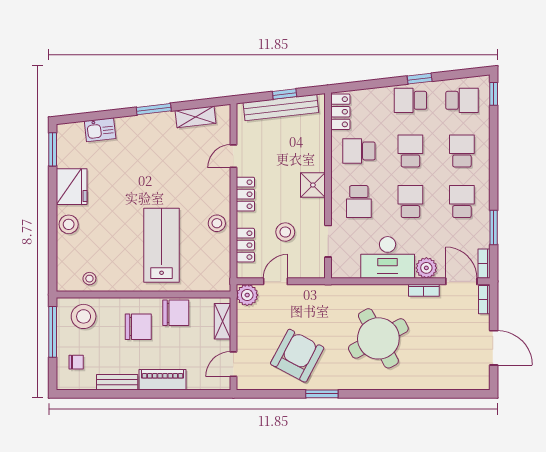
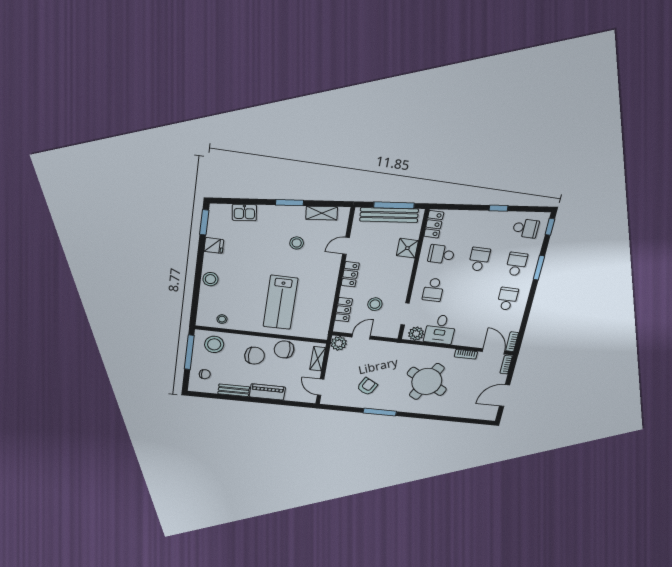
window: (285, 94) -> (394, 205), width x2.17
school desk: (410, 100) -> (488, 223), removed
shower: (313, 185) -> (407, 248), moved
fridge: (72, 187) -> (214, 245), width x0.53, depth x0.75
school desk: (410, 202) -> (471, 294), removed
stool: (217, 223) -> (297, 243), moved
window: (494, 227) -> (539, 268), moved
lab bench: (162, 245) -> (280, 302), turned 180
desk: (388, 257) -> (440, 329), width x0.73
plant: (426, 268) -> (416, 334), moved
chair: (176, 313) -> (284, 349), turned 180
round table: (378, 338) -> (427, 381), turned -34
door: (494, 348) -> (504, 396), swing flipped
armchair: (297, 356) -> (367, 386), width x0.53, depth x0.53
door: (233, 364) -> (321, 387), hinge flipped
window: (322, 394) -> (380, 412), width x1.44

